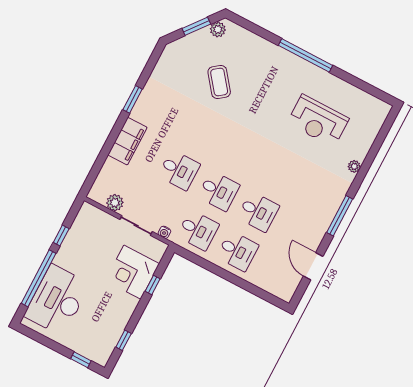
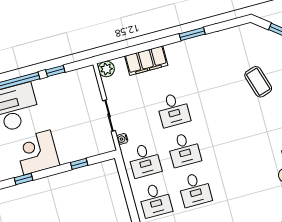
coffee table: (219, 82) -> (258, 82), turned -69
filing cabinet: (127, 141) -> (146, 61), moved
plant: (115, 203) -> (106, 69), moved
corner desk: (132, 272) -> (37, 152), moved

